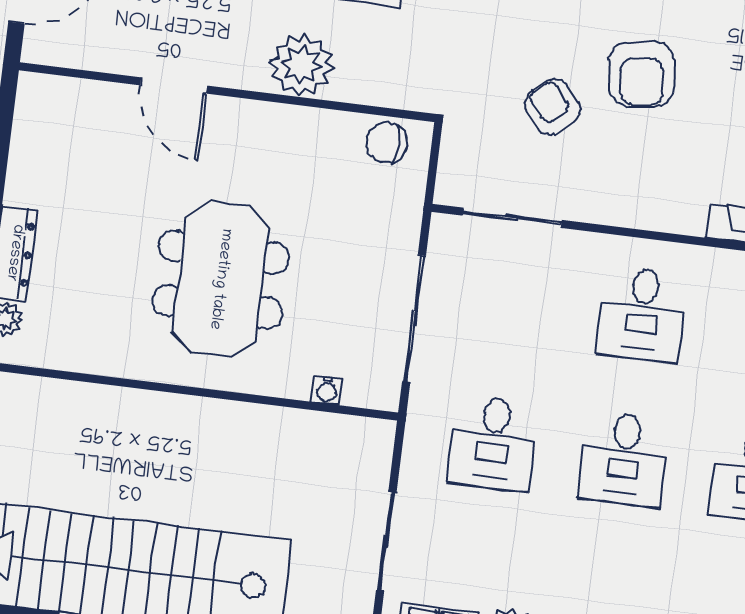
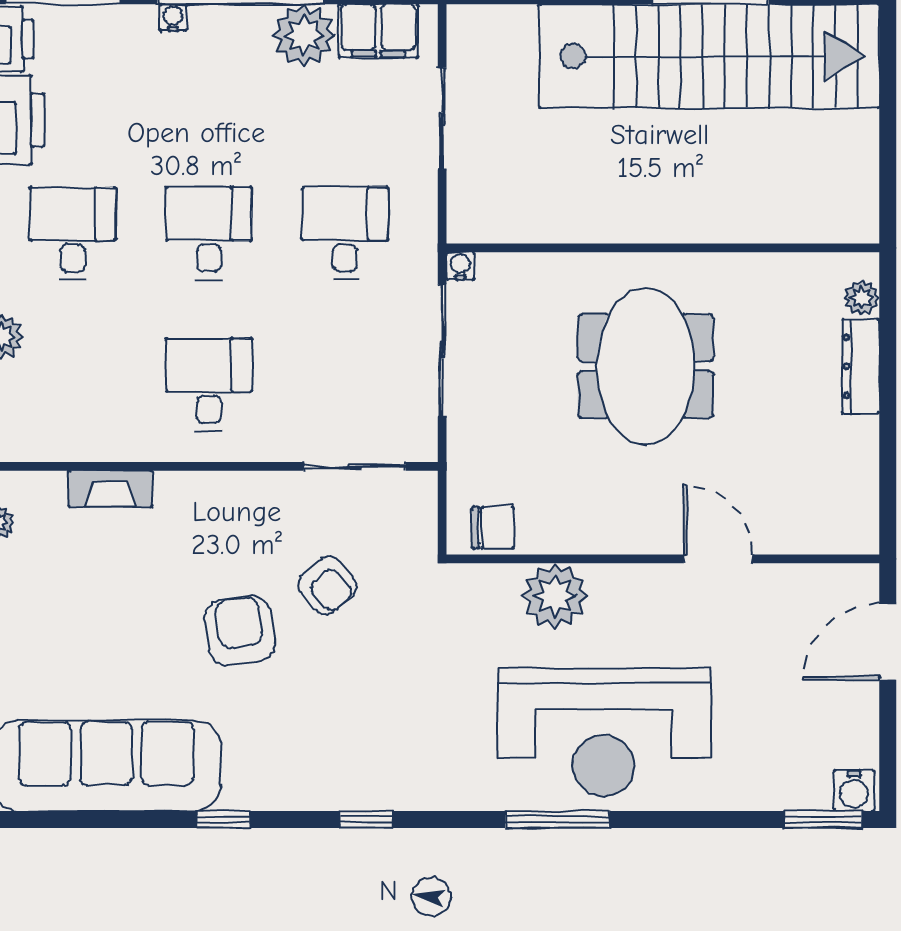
plant: (302, 65) -> (555, 596), moved
water cooler: (327, 390) -> (460, 266), moved

